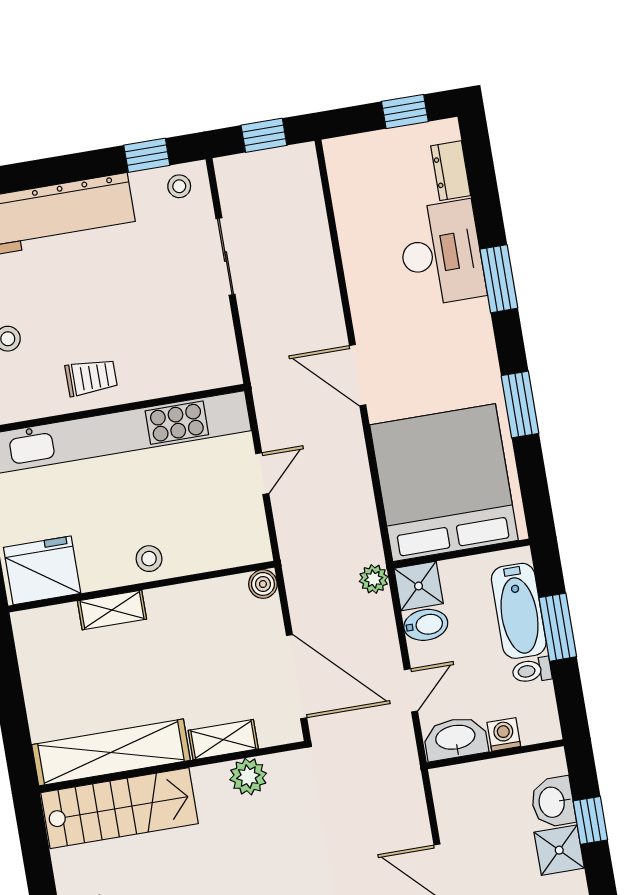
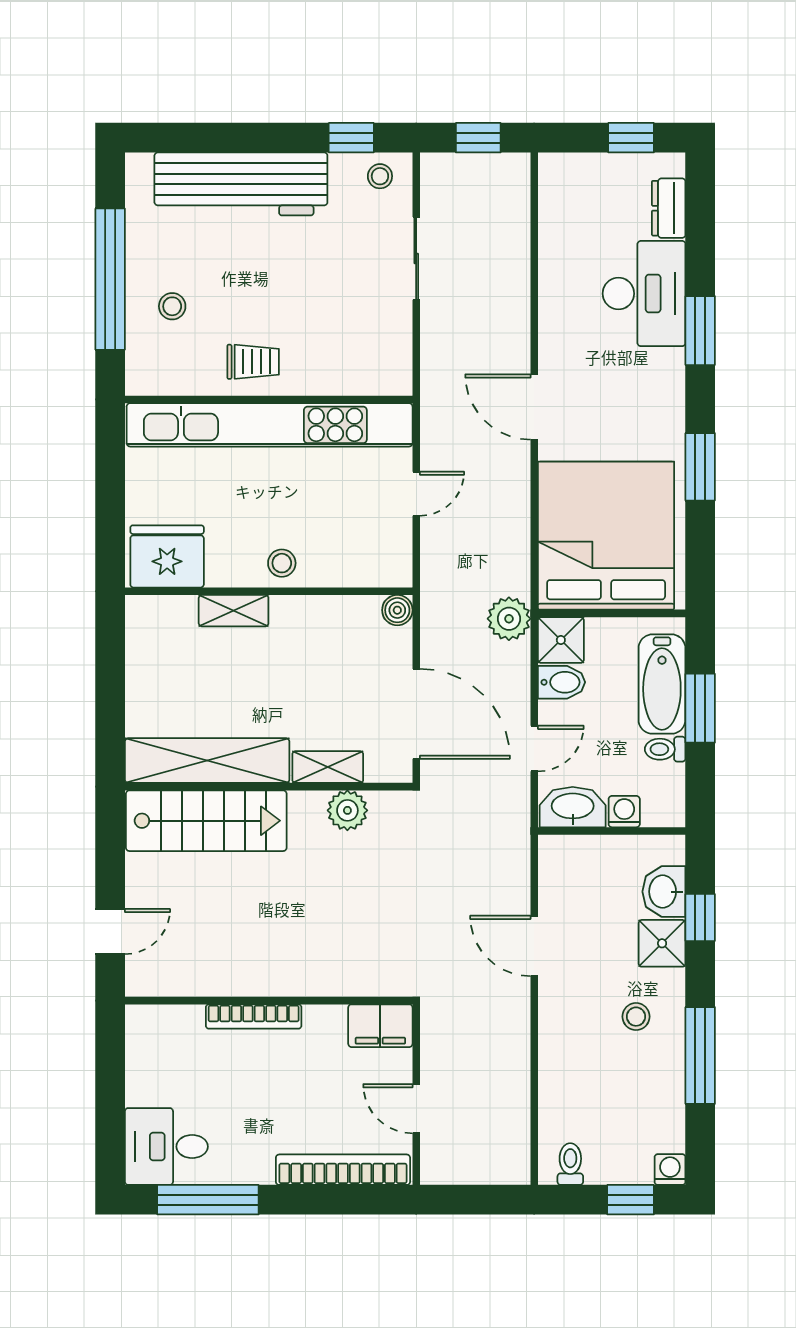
plant: (374, 579) -> (509, 619), width x1.38, depth x1.38

